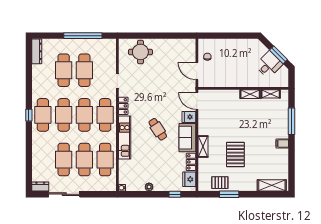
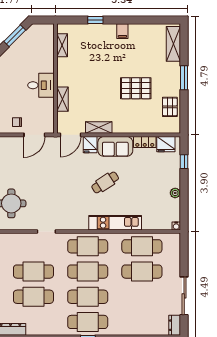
desk: (269, 65) -> (41, 85), moved, turned 135
shelving: (250, 94) -> (63, 99), moved
locker: (123, 106) -> (77, 224), removed
window: (291, 121) -> (95, 20), width x0.46
shelving: (203, 146) -> (99, 128), moved
cafe table: (64, 160) -> (142, 297), removed
window: (229, 194) -> (184, 78), moved

